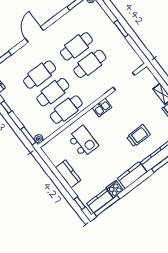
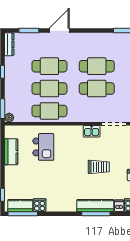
door: (34, 34) -> (59, 30), moved
kitchen sink: (102, 107) -> (92, 131), moved
trolley: (138, 136) -> (99, 167), moved
kitchen counter: (68, 174) -> (11, 152), moved
kitchen counter: (132, 175) -> (62, 205), removed

